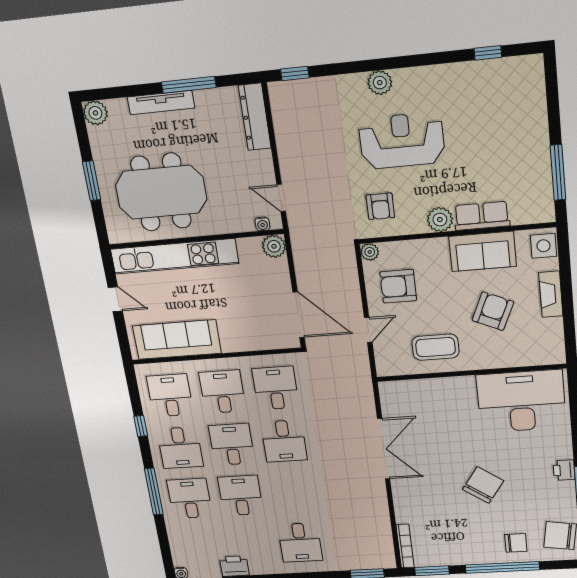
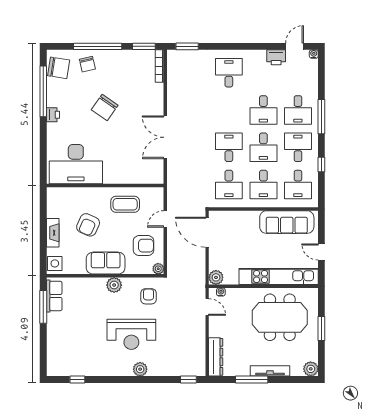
row of seats: (482, 216) -> (54, 296), moved, turned -90
sofa: (483, 251) -> (106, 263), moved
chair: (516, 543) -> (87, 64), turned -103

